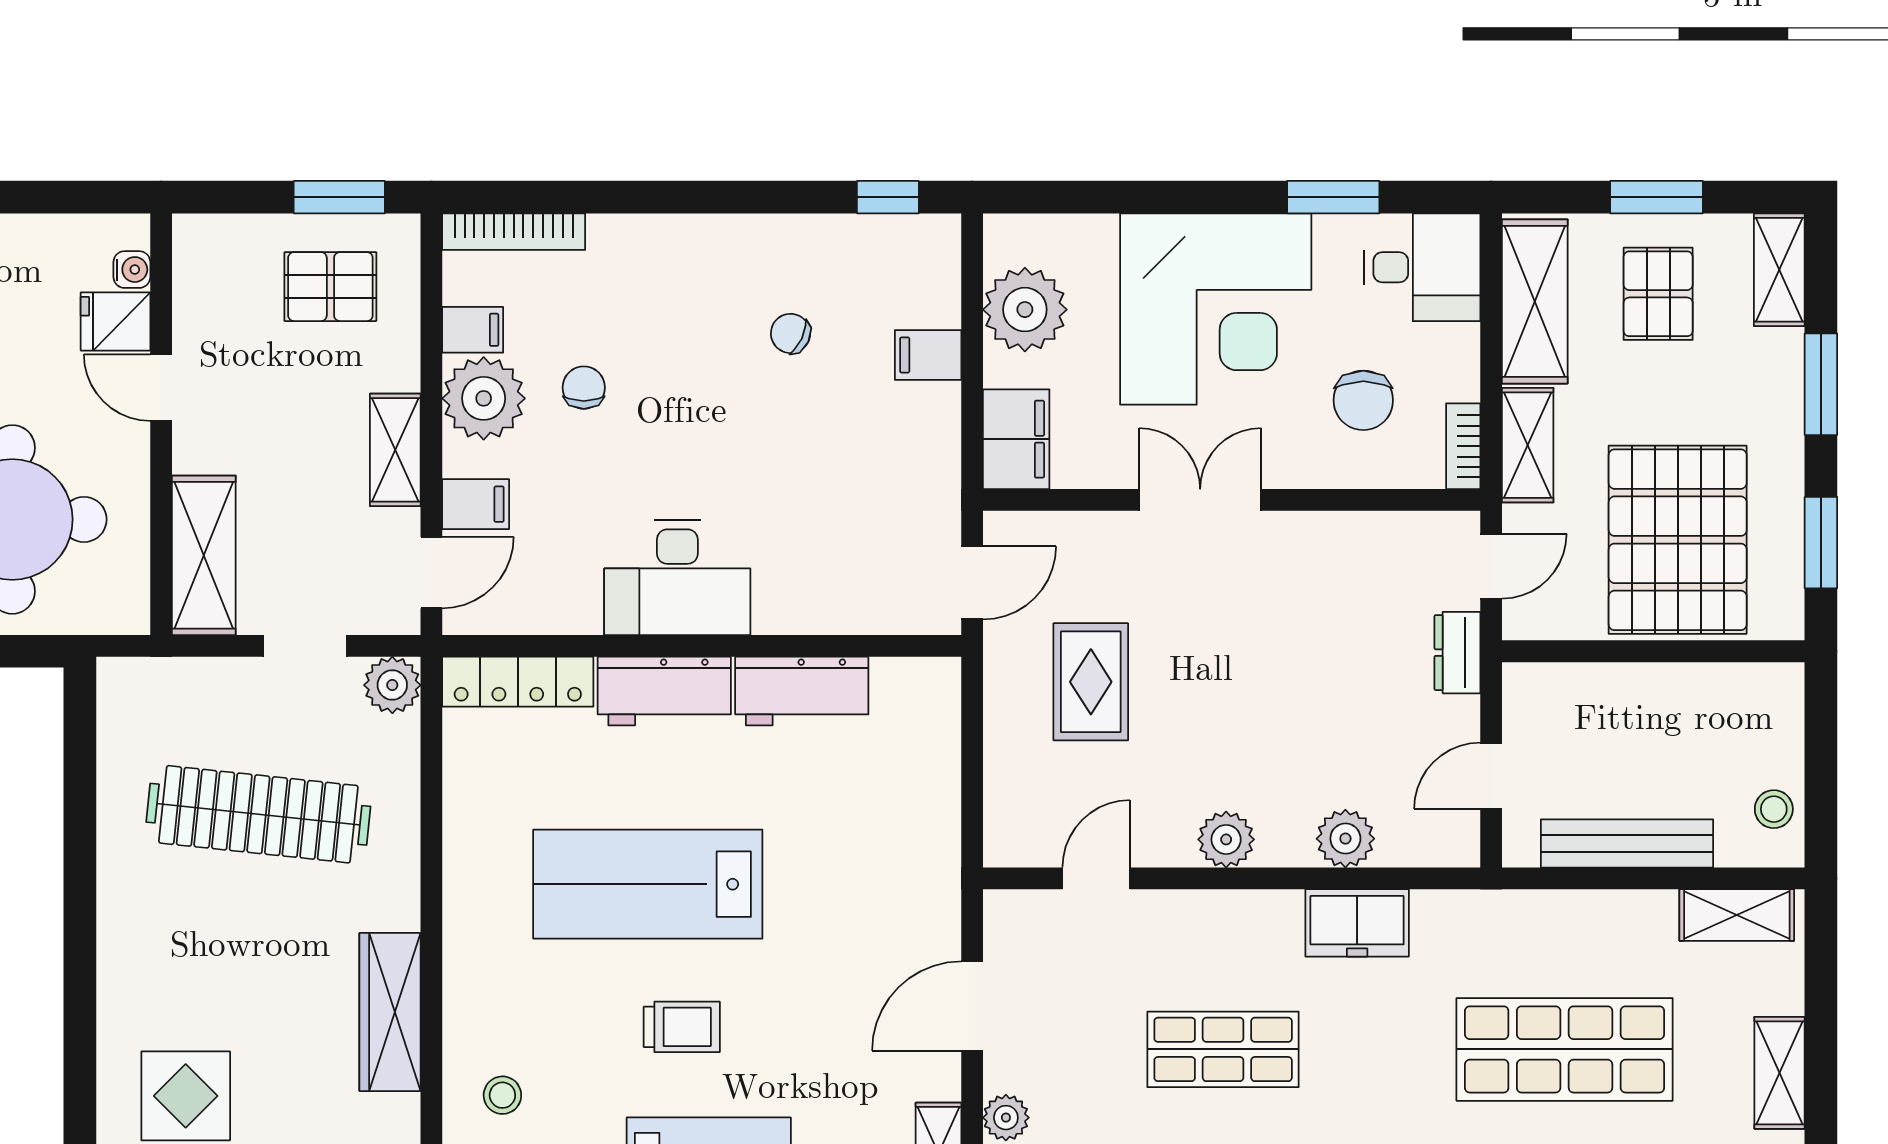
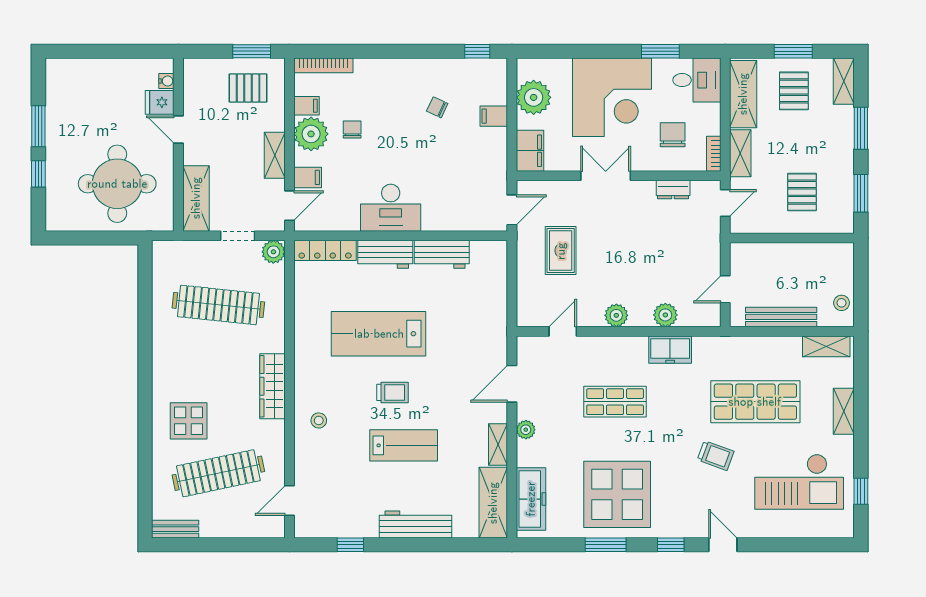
chair: (1363, 400) -> (673, 135), turned 180
pallet: (1678, 540) -> (802, 192), width x0.49, depth x0.50
dresser: (1457, 653) -> (673, 190), moved, turned -90

